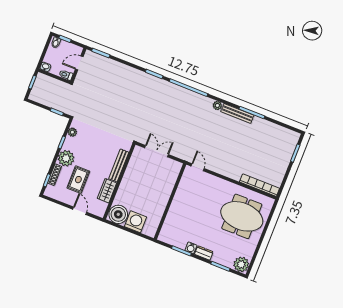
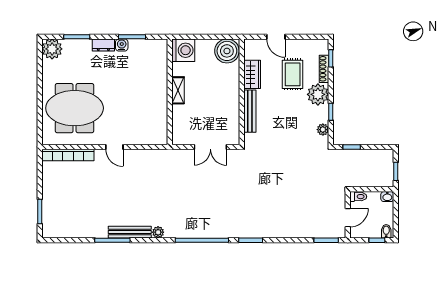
door: (198, 167) -> (114, 147), moved
shelving: (164, 200) -> (178, 90), added
washing machine: (136, 222) -> (183, 50), moved, turned -90

